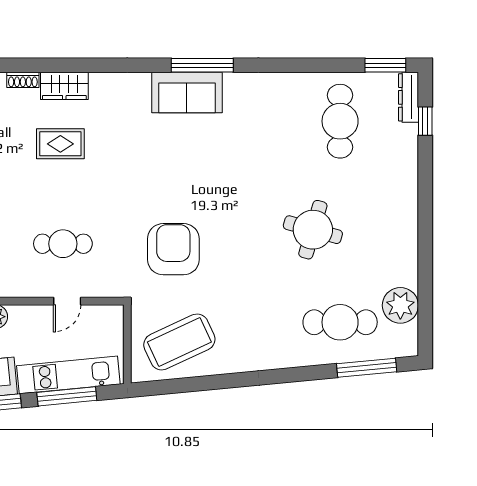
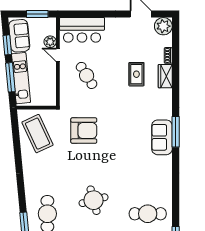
window: (202, 65) -> (176, 132), moved
round table: (313, 230) -> (94, 200), turned -31
cafe table: (63, 244) -> (87, 75), turned -32
door: (67, 301) -> (58, 55), moved

